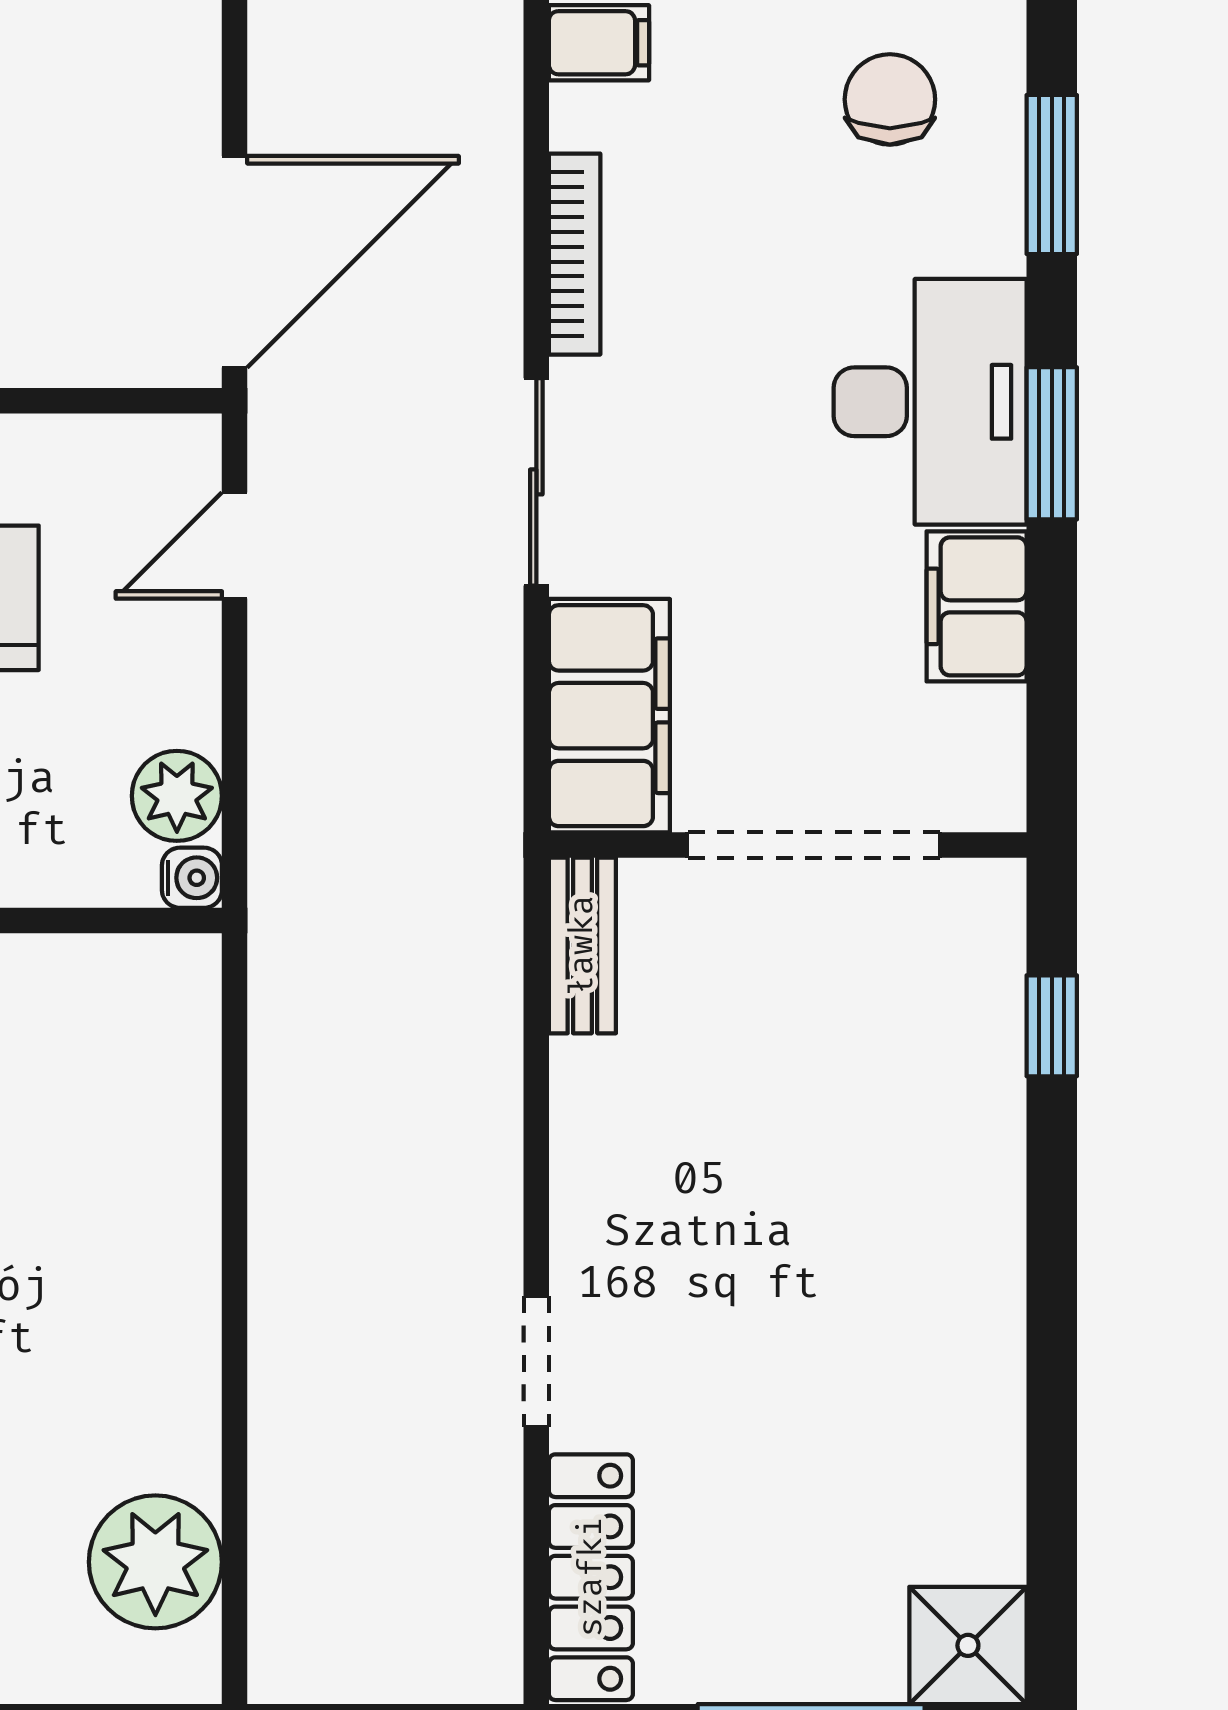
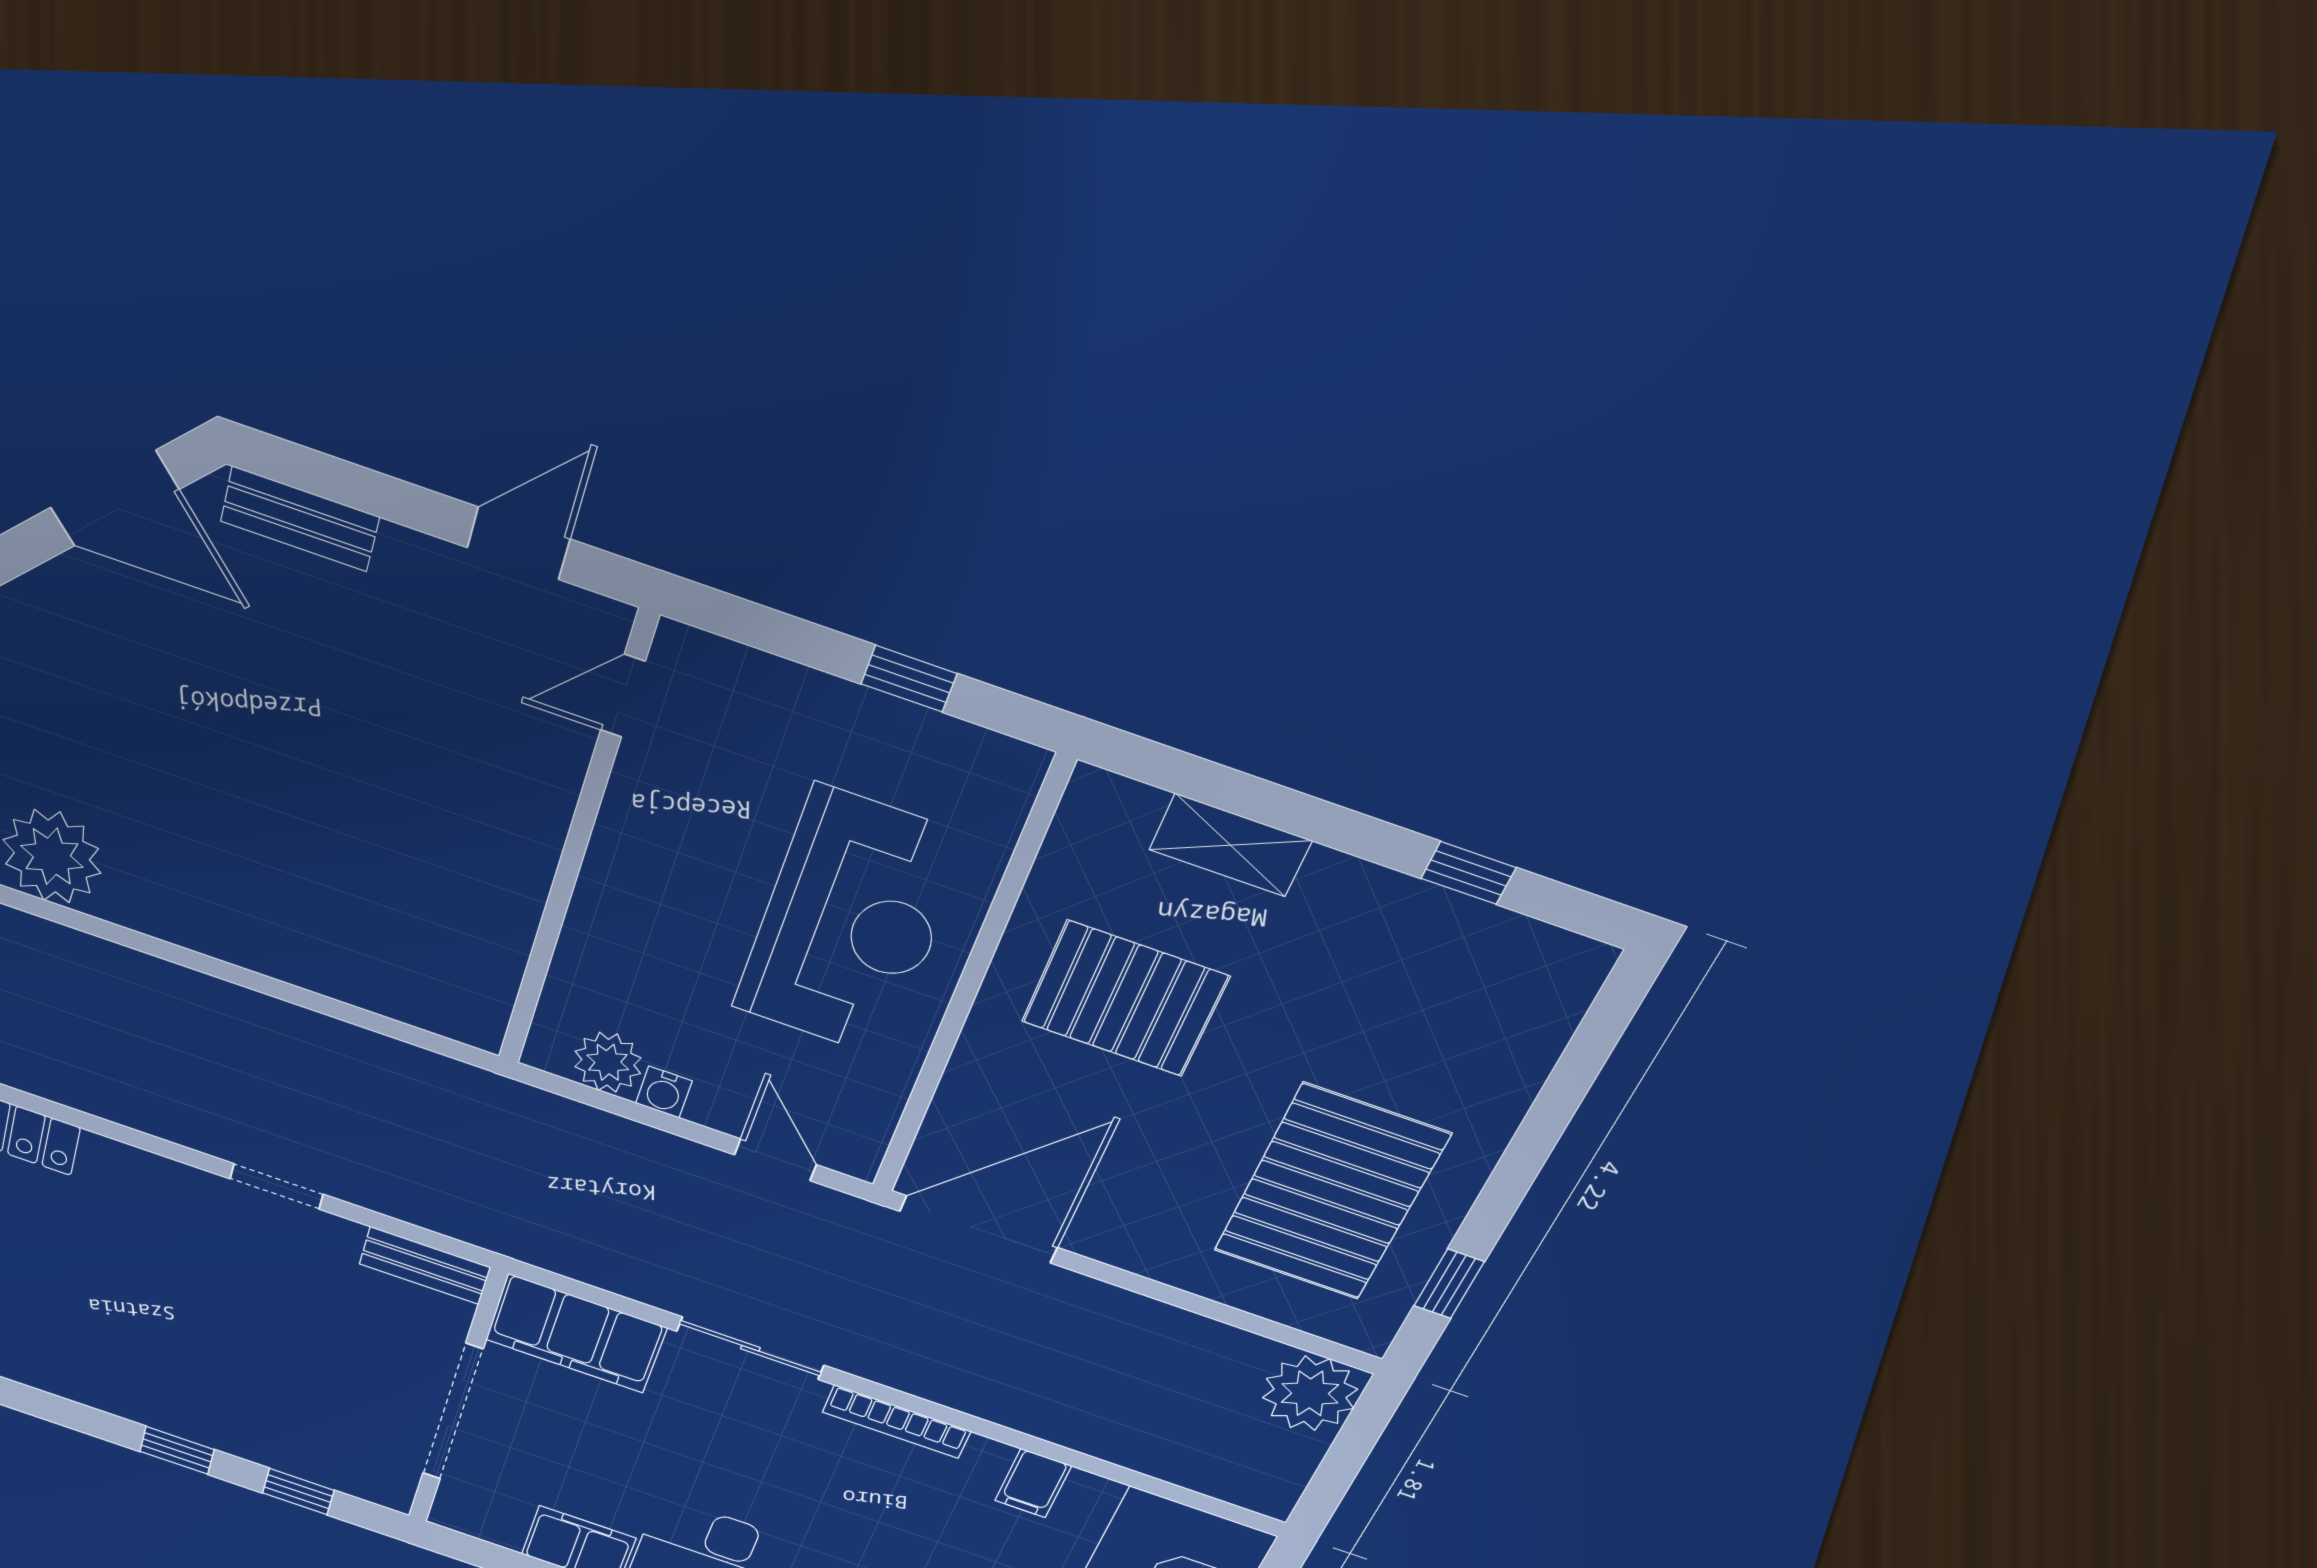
door: (235, 262) -> (979, 1229), swing flipped
water cooler: (192, 878) -> (664, 1092), moved
window: (1052, 1216) -> (177, 1450), added
doorway: (536, 1361) -> (277, 1186), moved

